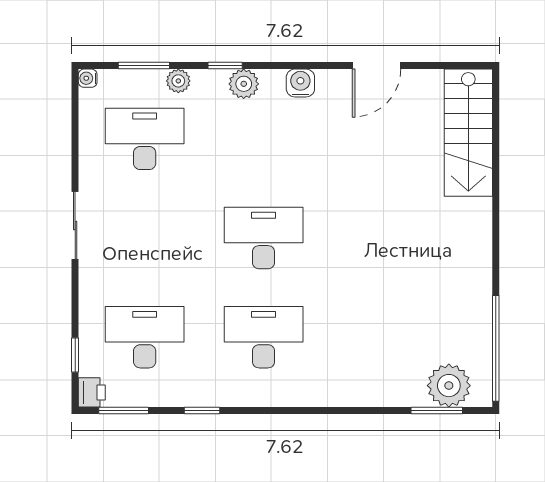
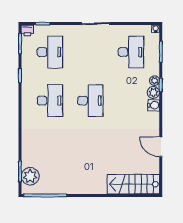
plant: (178, 81) -> (155, 81), moved
water cooler: (300, 83) -> (154, 105), moved

